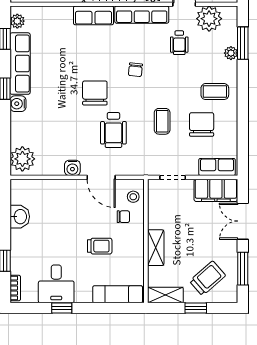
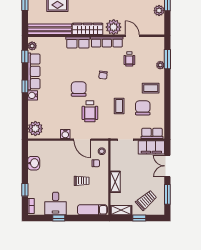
plant: (209, 19) -> (147, 44), removed

